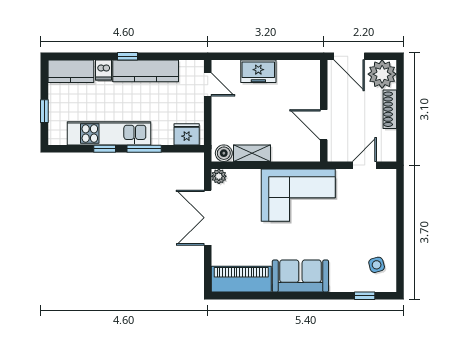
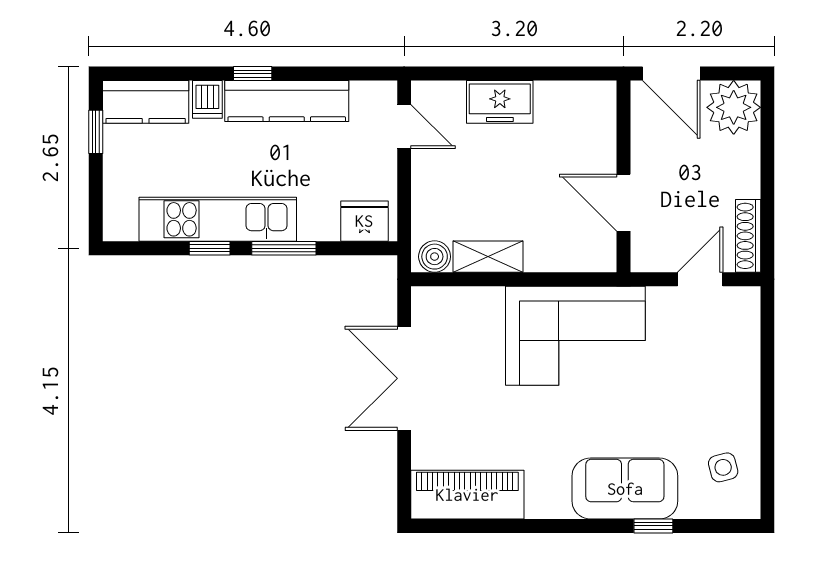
shoe rack: (390, 109) -> (748, 236), moved
window: (44, 111) -> (96, 132), moved
plant: (219, 176) -> (425, 300), removed
sofa: (300, 276) -> (625, 489), moved
window: (365, 296) -> (653, 526), moved

